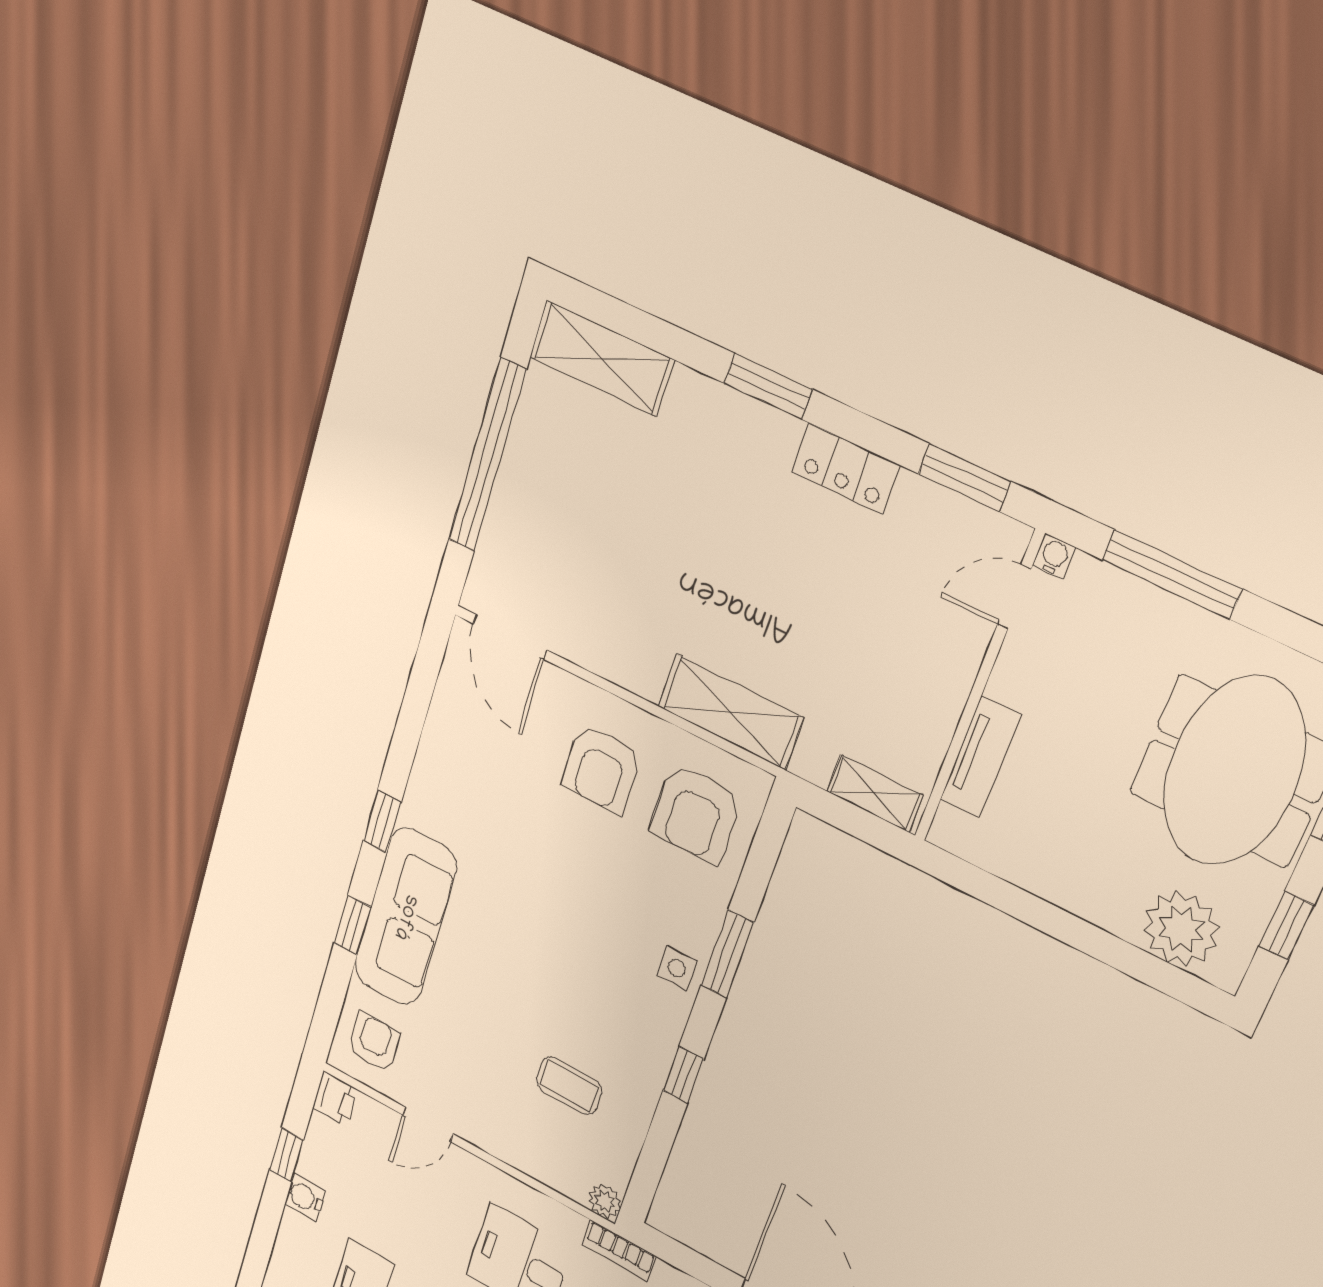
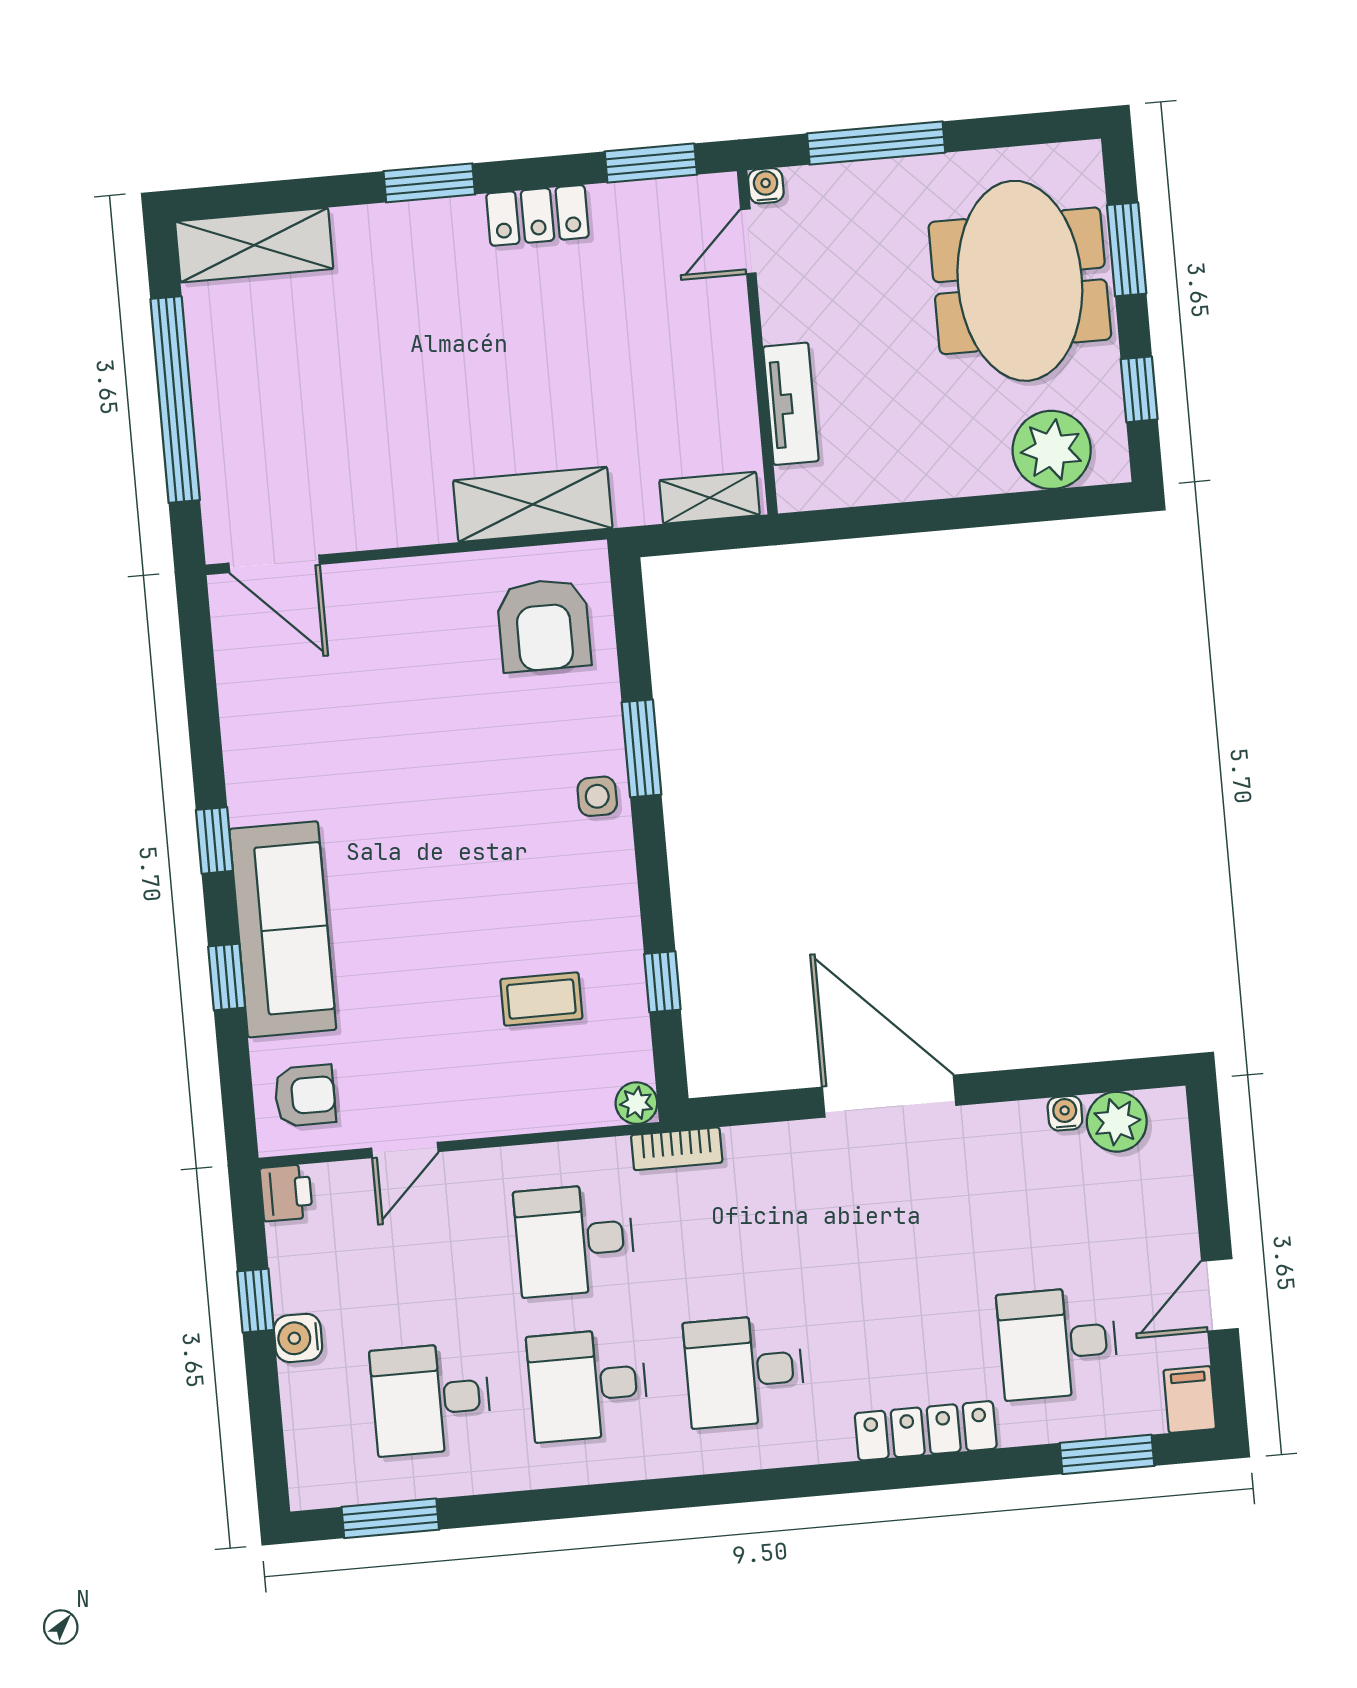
armchair: (602, 769) -> (428, 639), removed
armchair: (374, 1042) -> (305, 1096), turned 90
window: (683, 1075) -> (662, 982), moved

